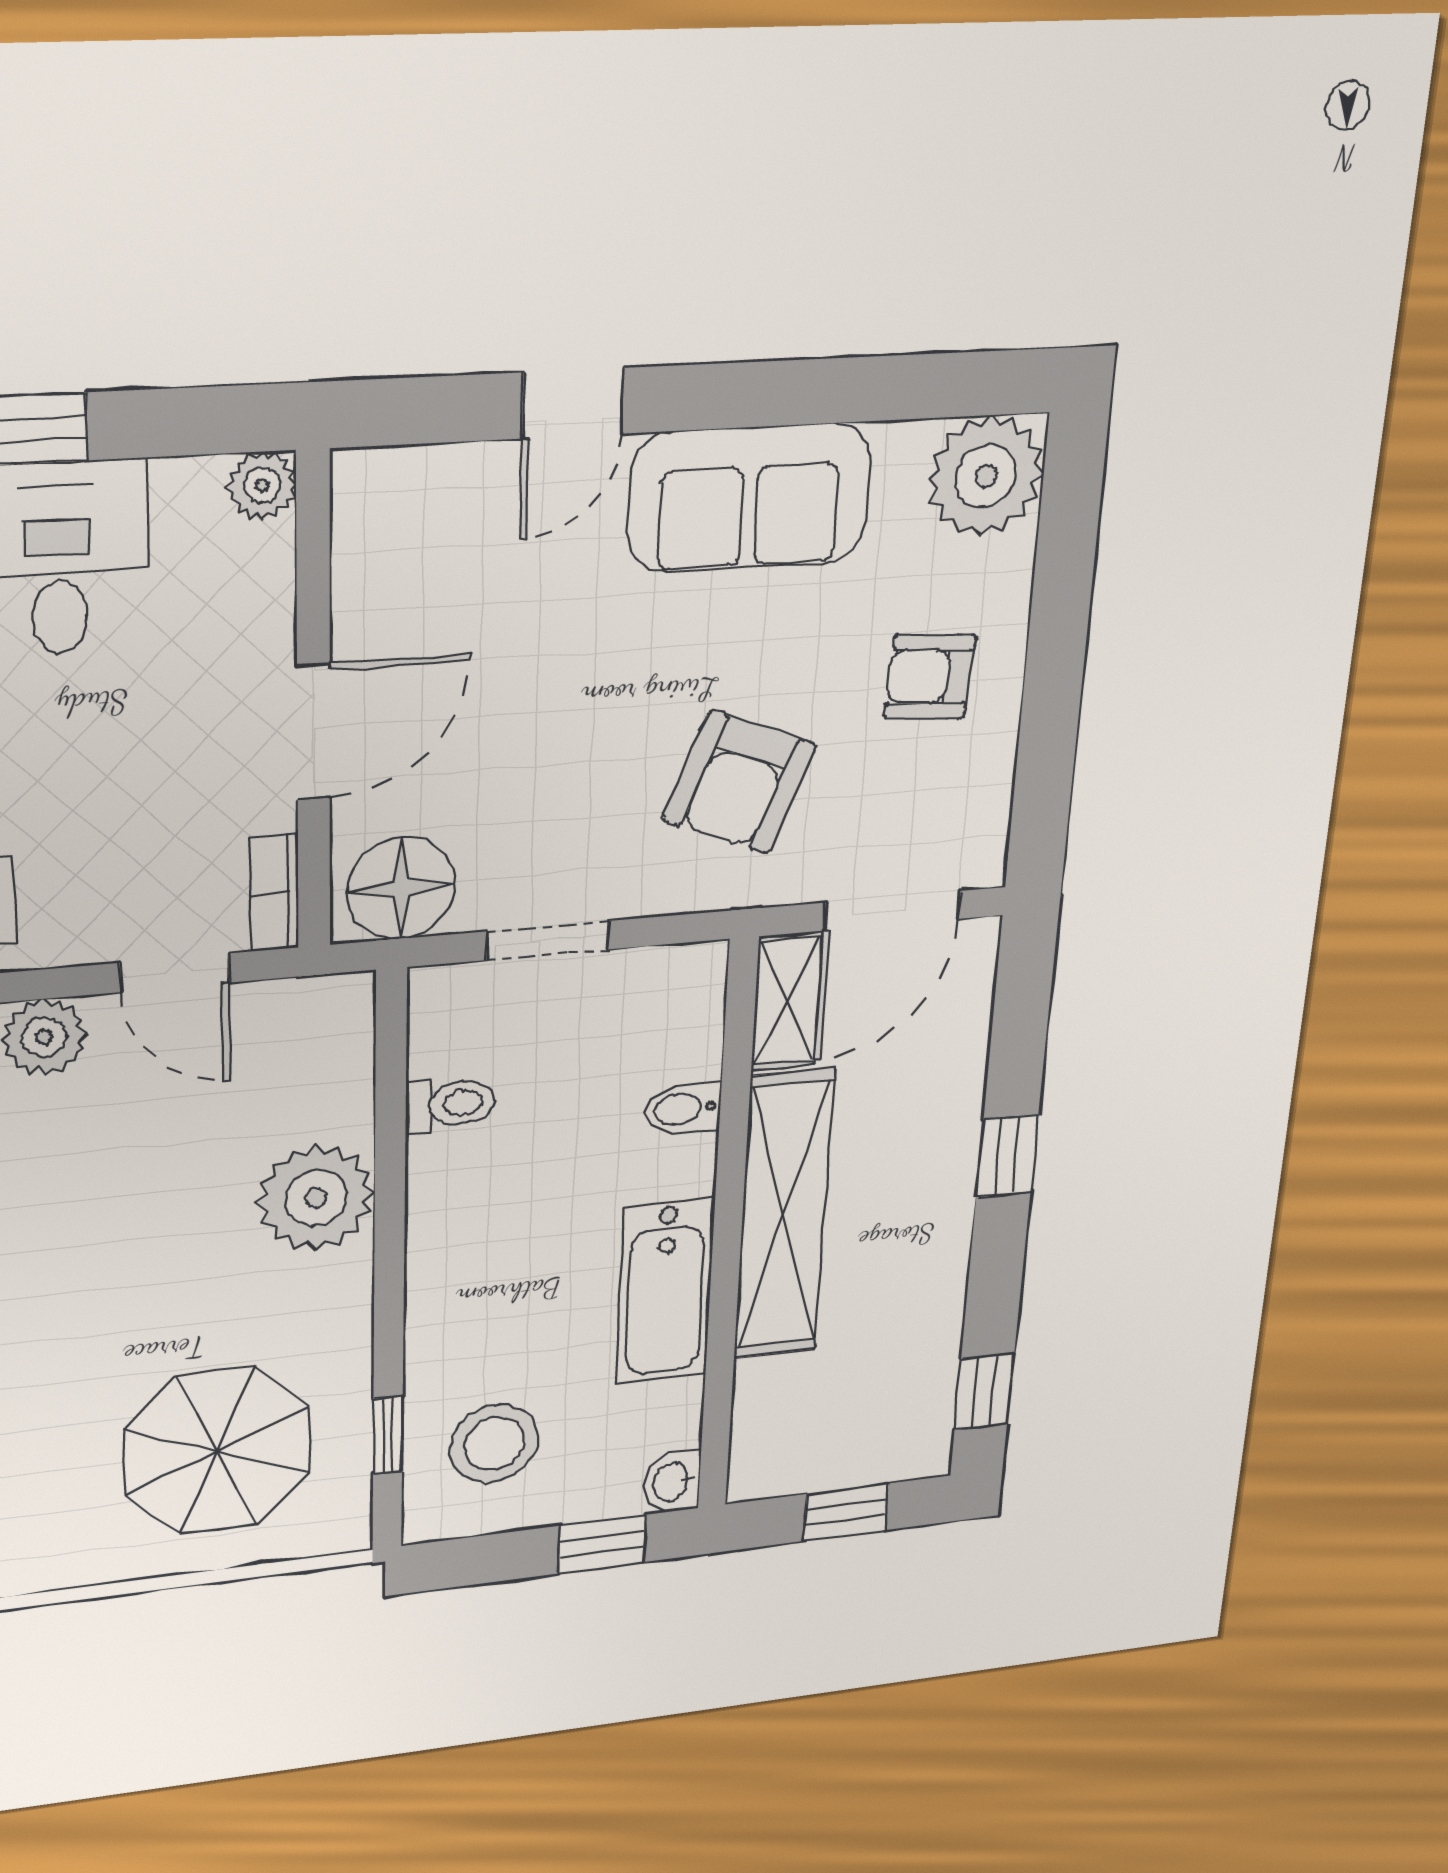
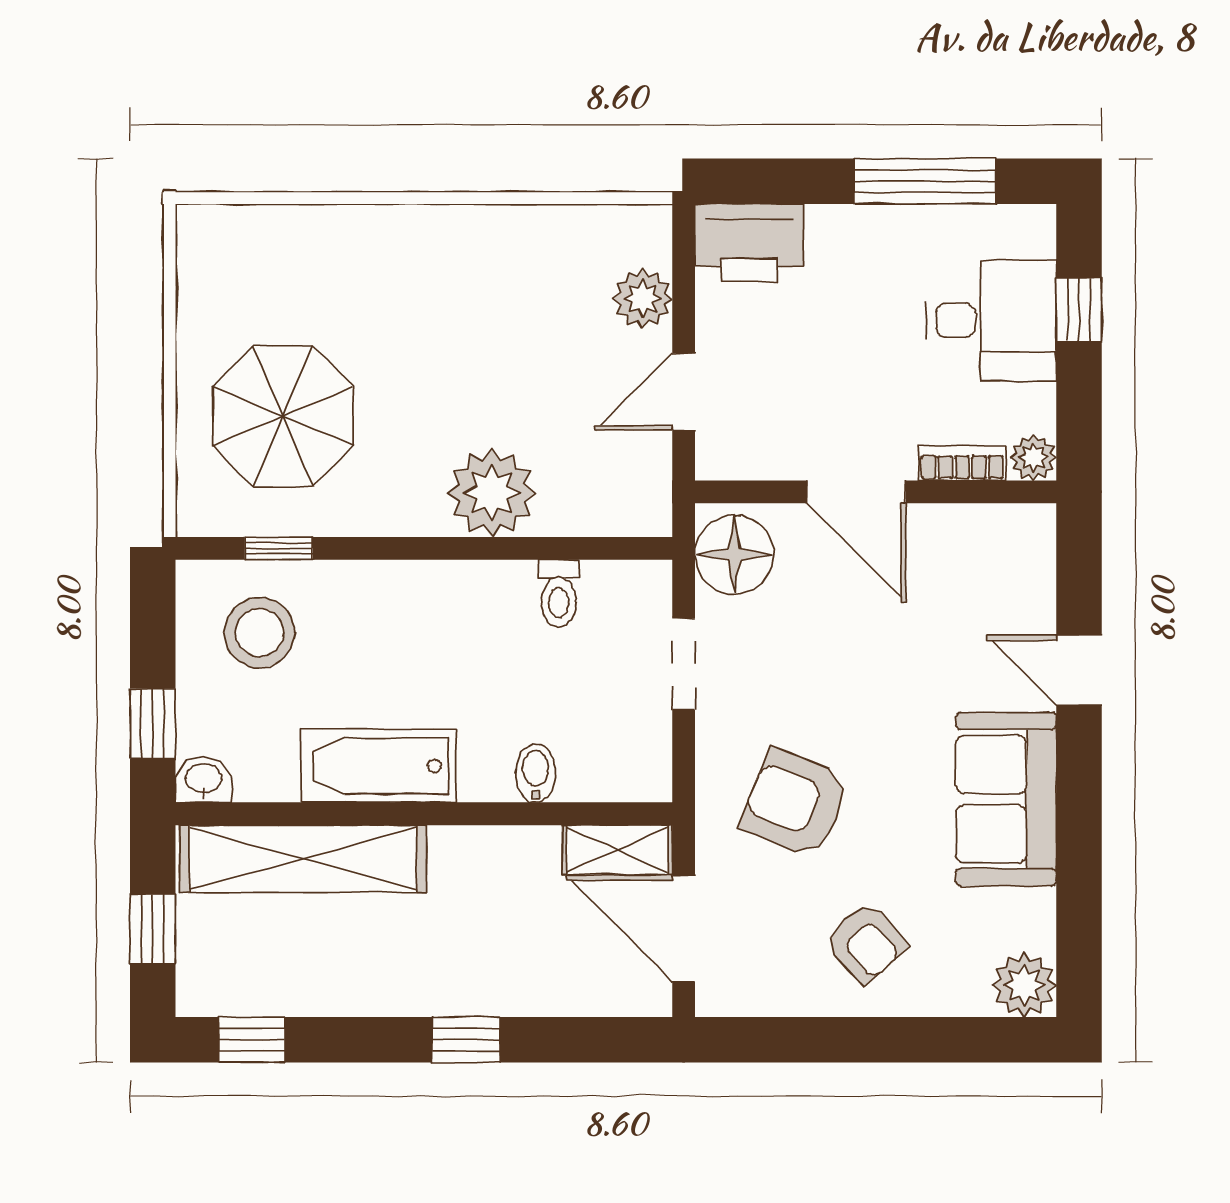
plant: (986, 476) -> (1024, 985), width x0.73, depth x0.73
armchair: (930, 677) -> (866, 943), turned 134
bookcase: (274, 893) -> (962, 463), moved
shelving: (784, 1215) -> (303, 859), moved

